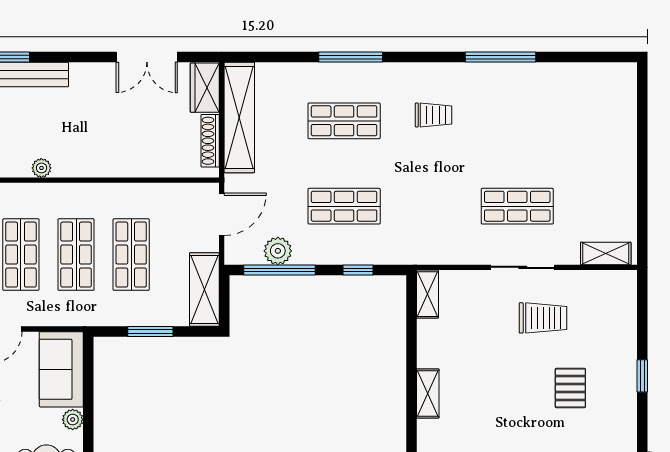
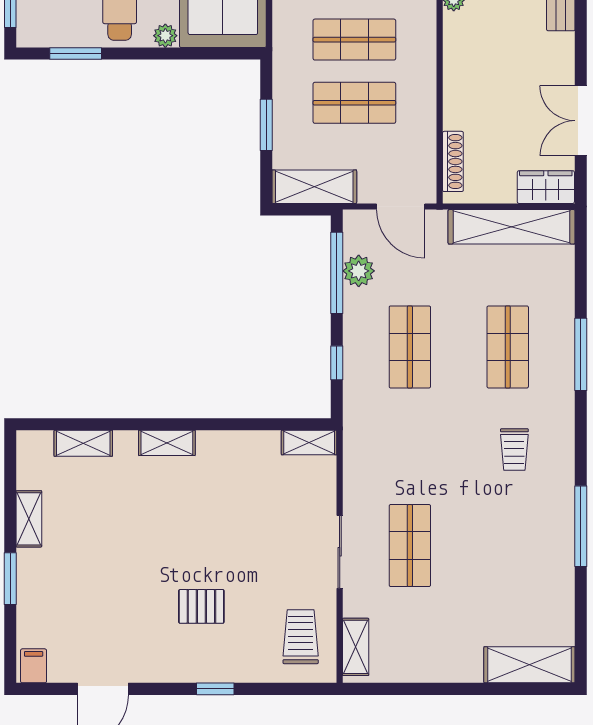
shelving: (621, 102) -> (529, 665), added
shoe rack: (210, 141) -> (453, 161), moved, turned 90
trolley: (543, 318) -> (301, 637), moved, turned 180
shelving: (428, 393) -> (167, 443), moved

